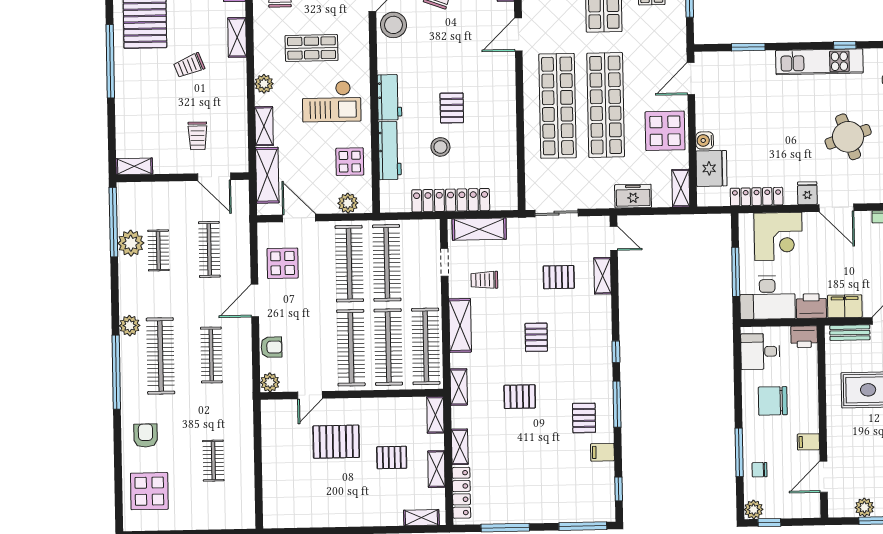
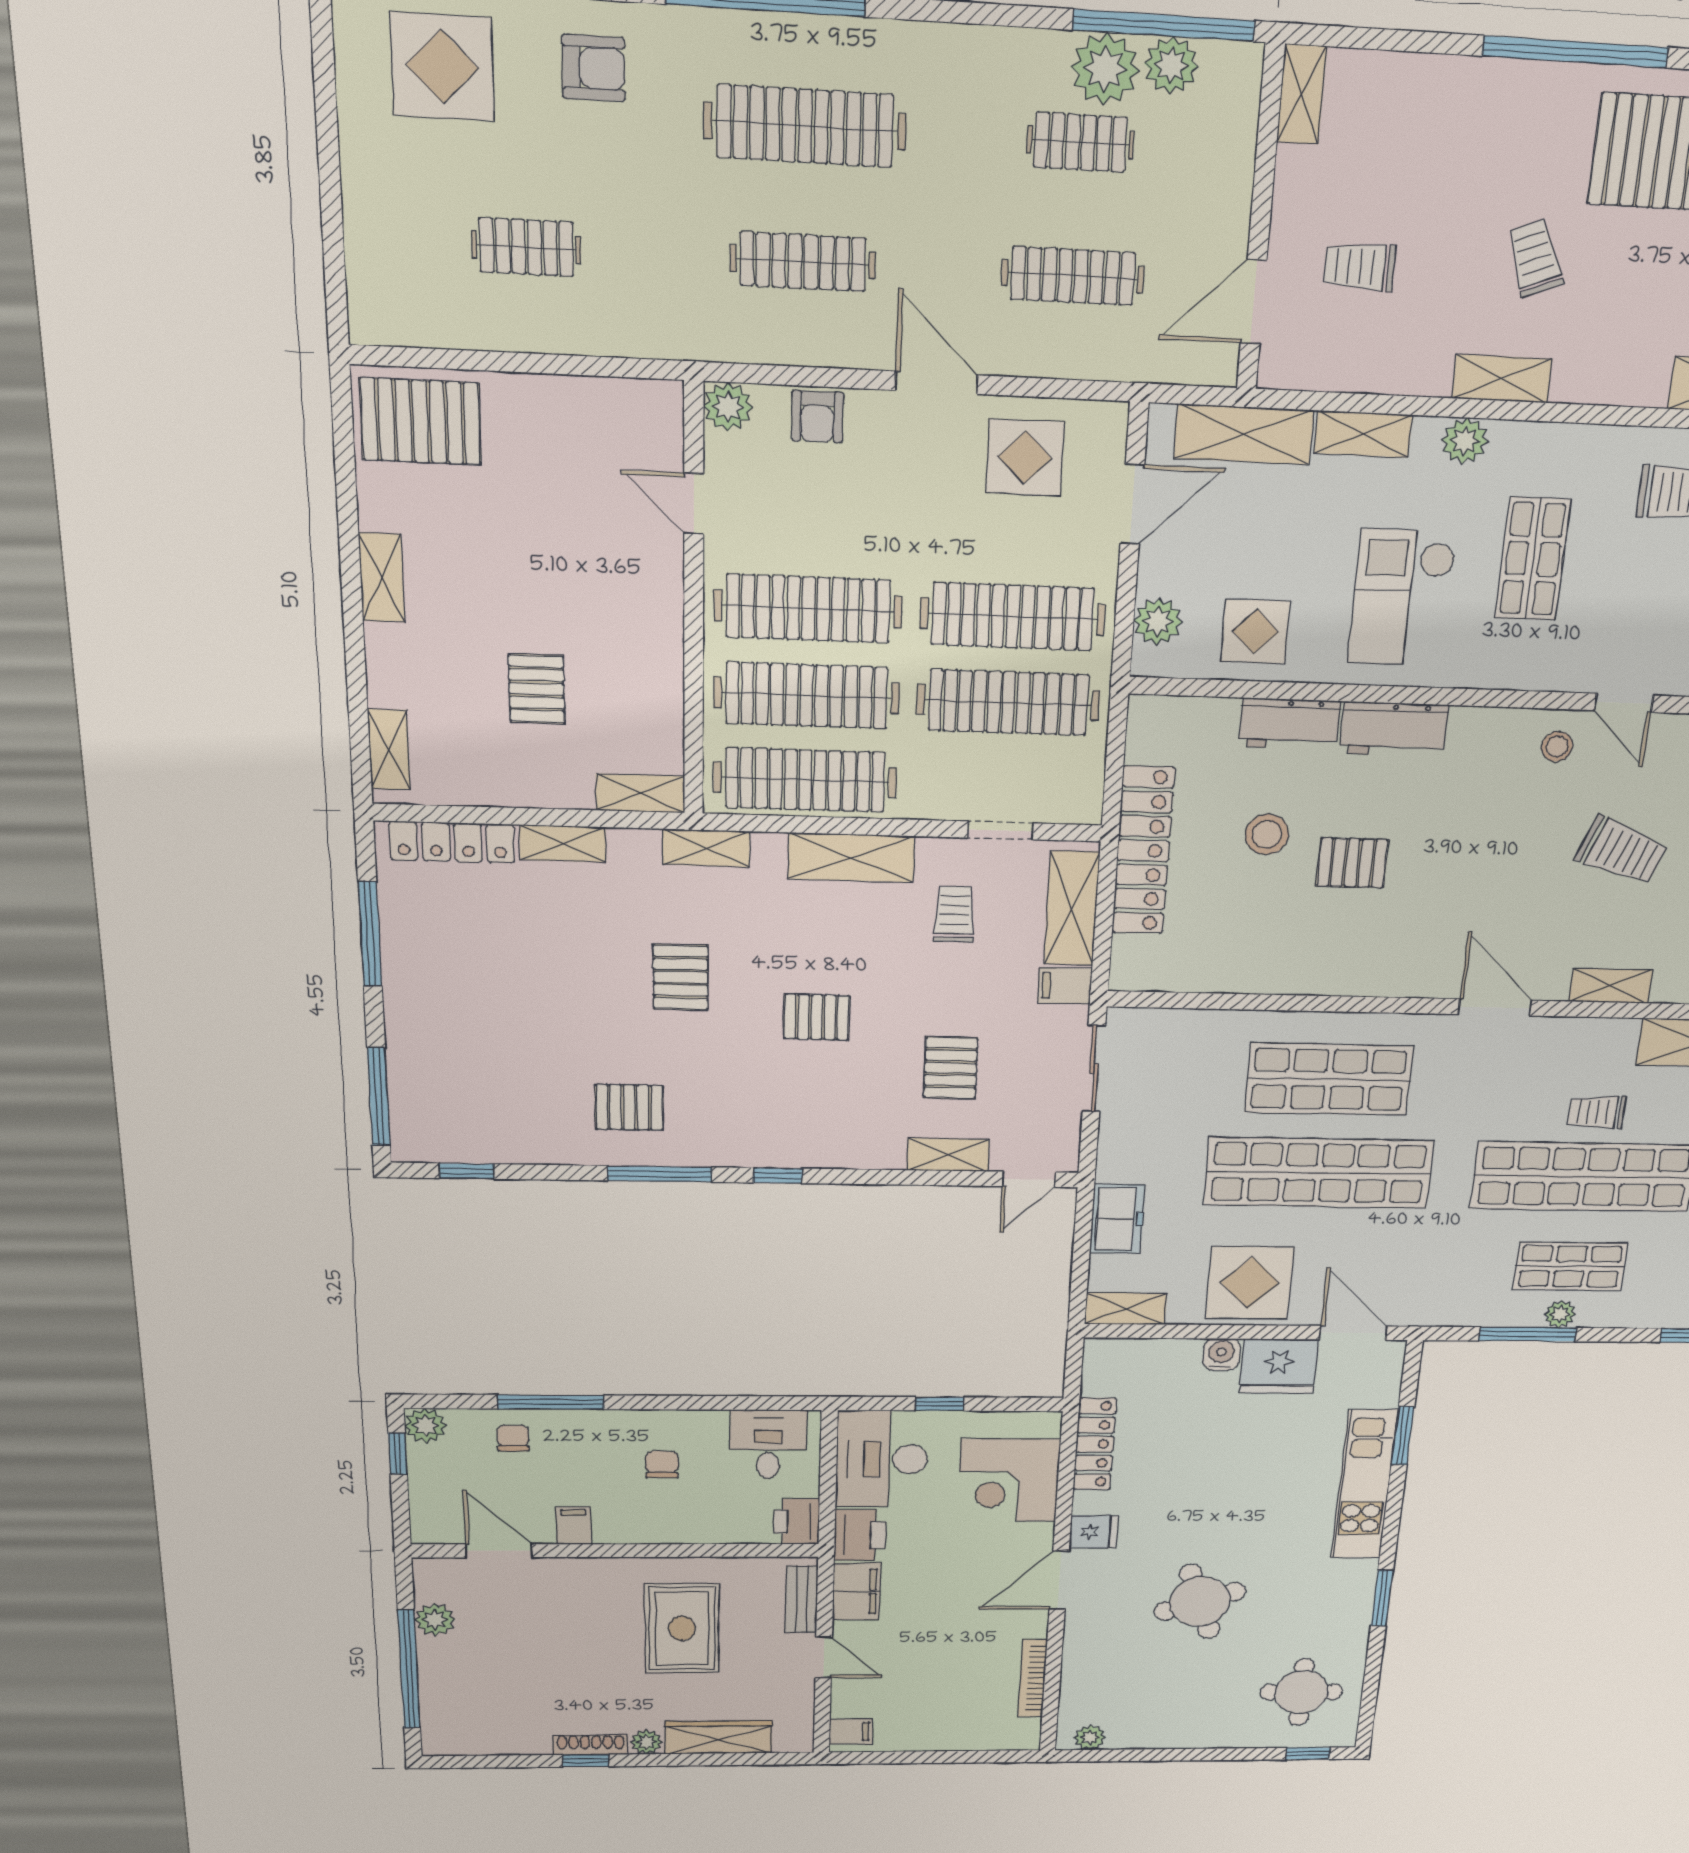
stool: (393, 25) -> (1557, 747), width x0.53, depth x0.53
shelving: (237, 37) -> (1502, 379), moved
window: (845, 45) -> (1382, 1598), width x1.50
kitchen unit: (819, 62) -> (1364, 1484), moved
shop shelf: (557, 106) -> (1329, 1079), width x0.71
workbench: (390, 151) -> (1290, 724), width x0.73
fridge: (712, 168) -> (1279, 1366), moved
window: (736, 272) -> (940, 1404), width x0.46
plant: (130, 326) -> (1171, 65), moved
chair: (773, 401) -> (662, 1464), width x0.54, depth x0.54
pallet: (336, 442) -> (421, 421), moved, turned 90
filing cabinet: (602, 452) -> (1065, 986), moved, turned -90
shelving: (436, 469) -> (382, 578), moved, turned 90

